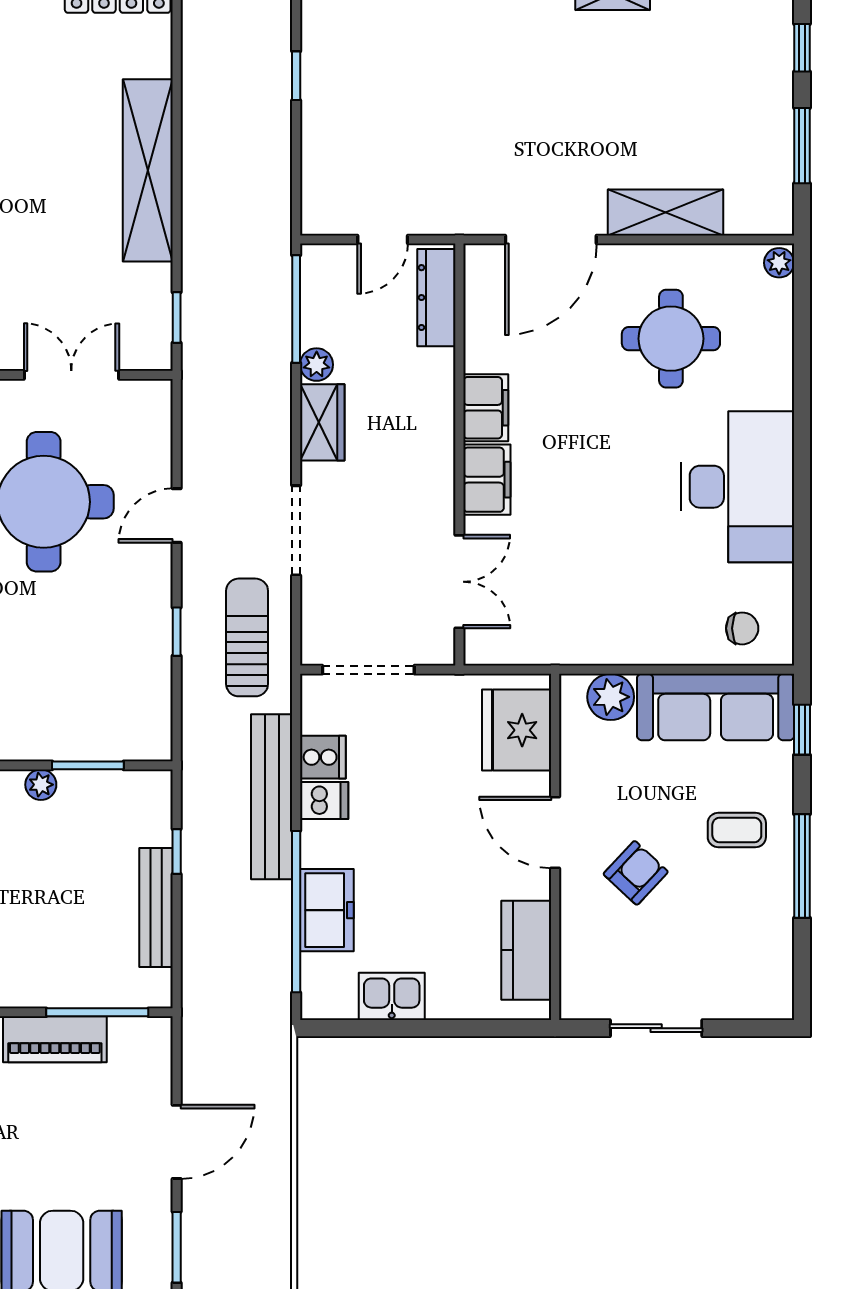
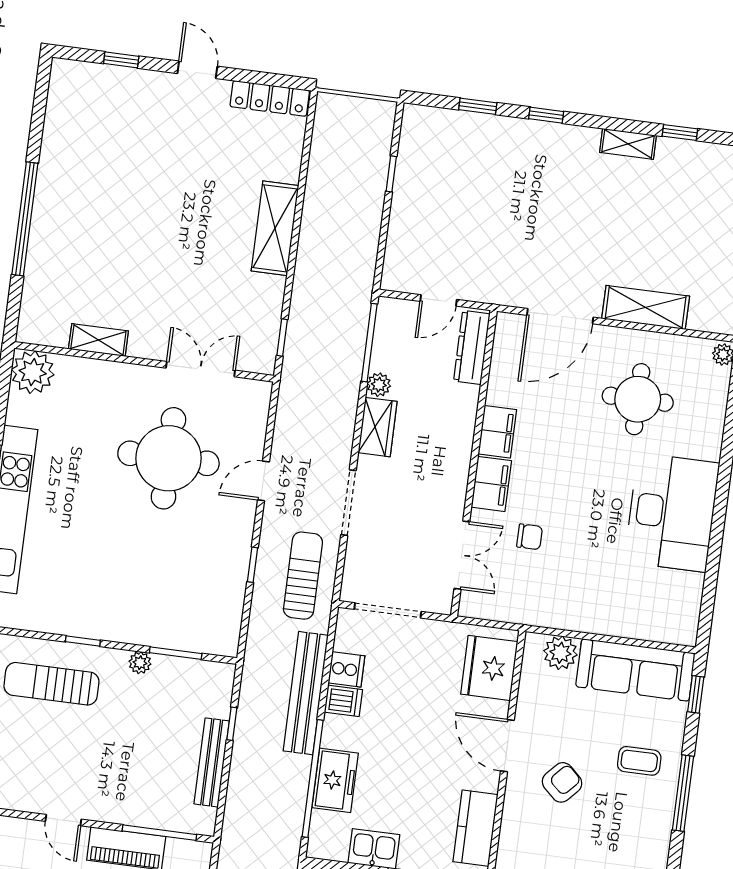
shelving: (148, 170) -> (275, 228), width x0.68
chair: (742, 628) -> (530, 537), moved

